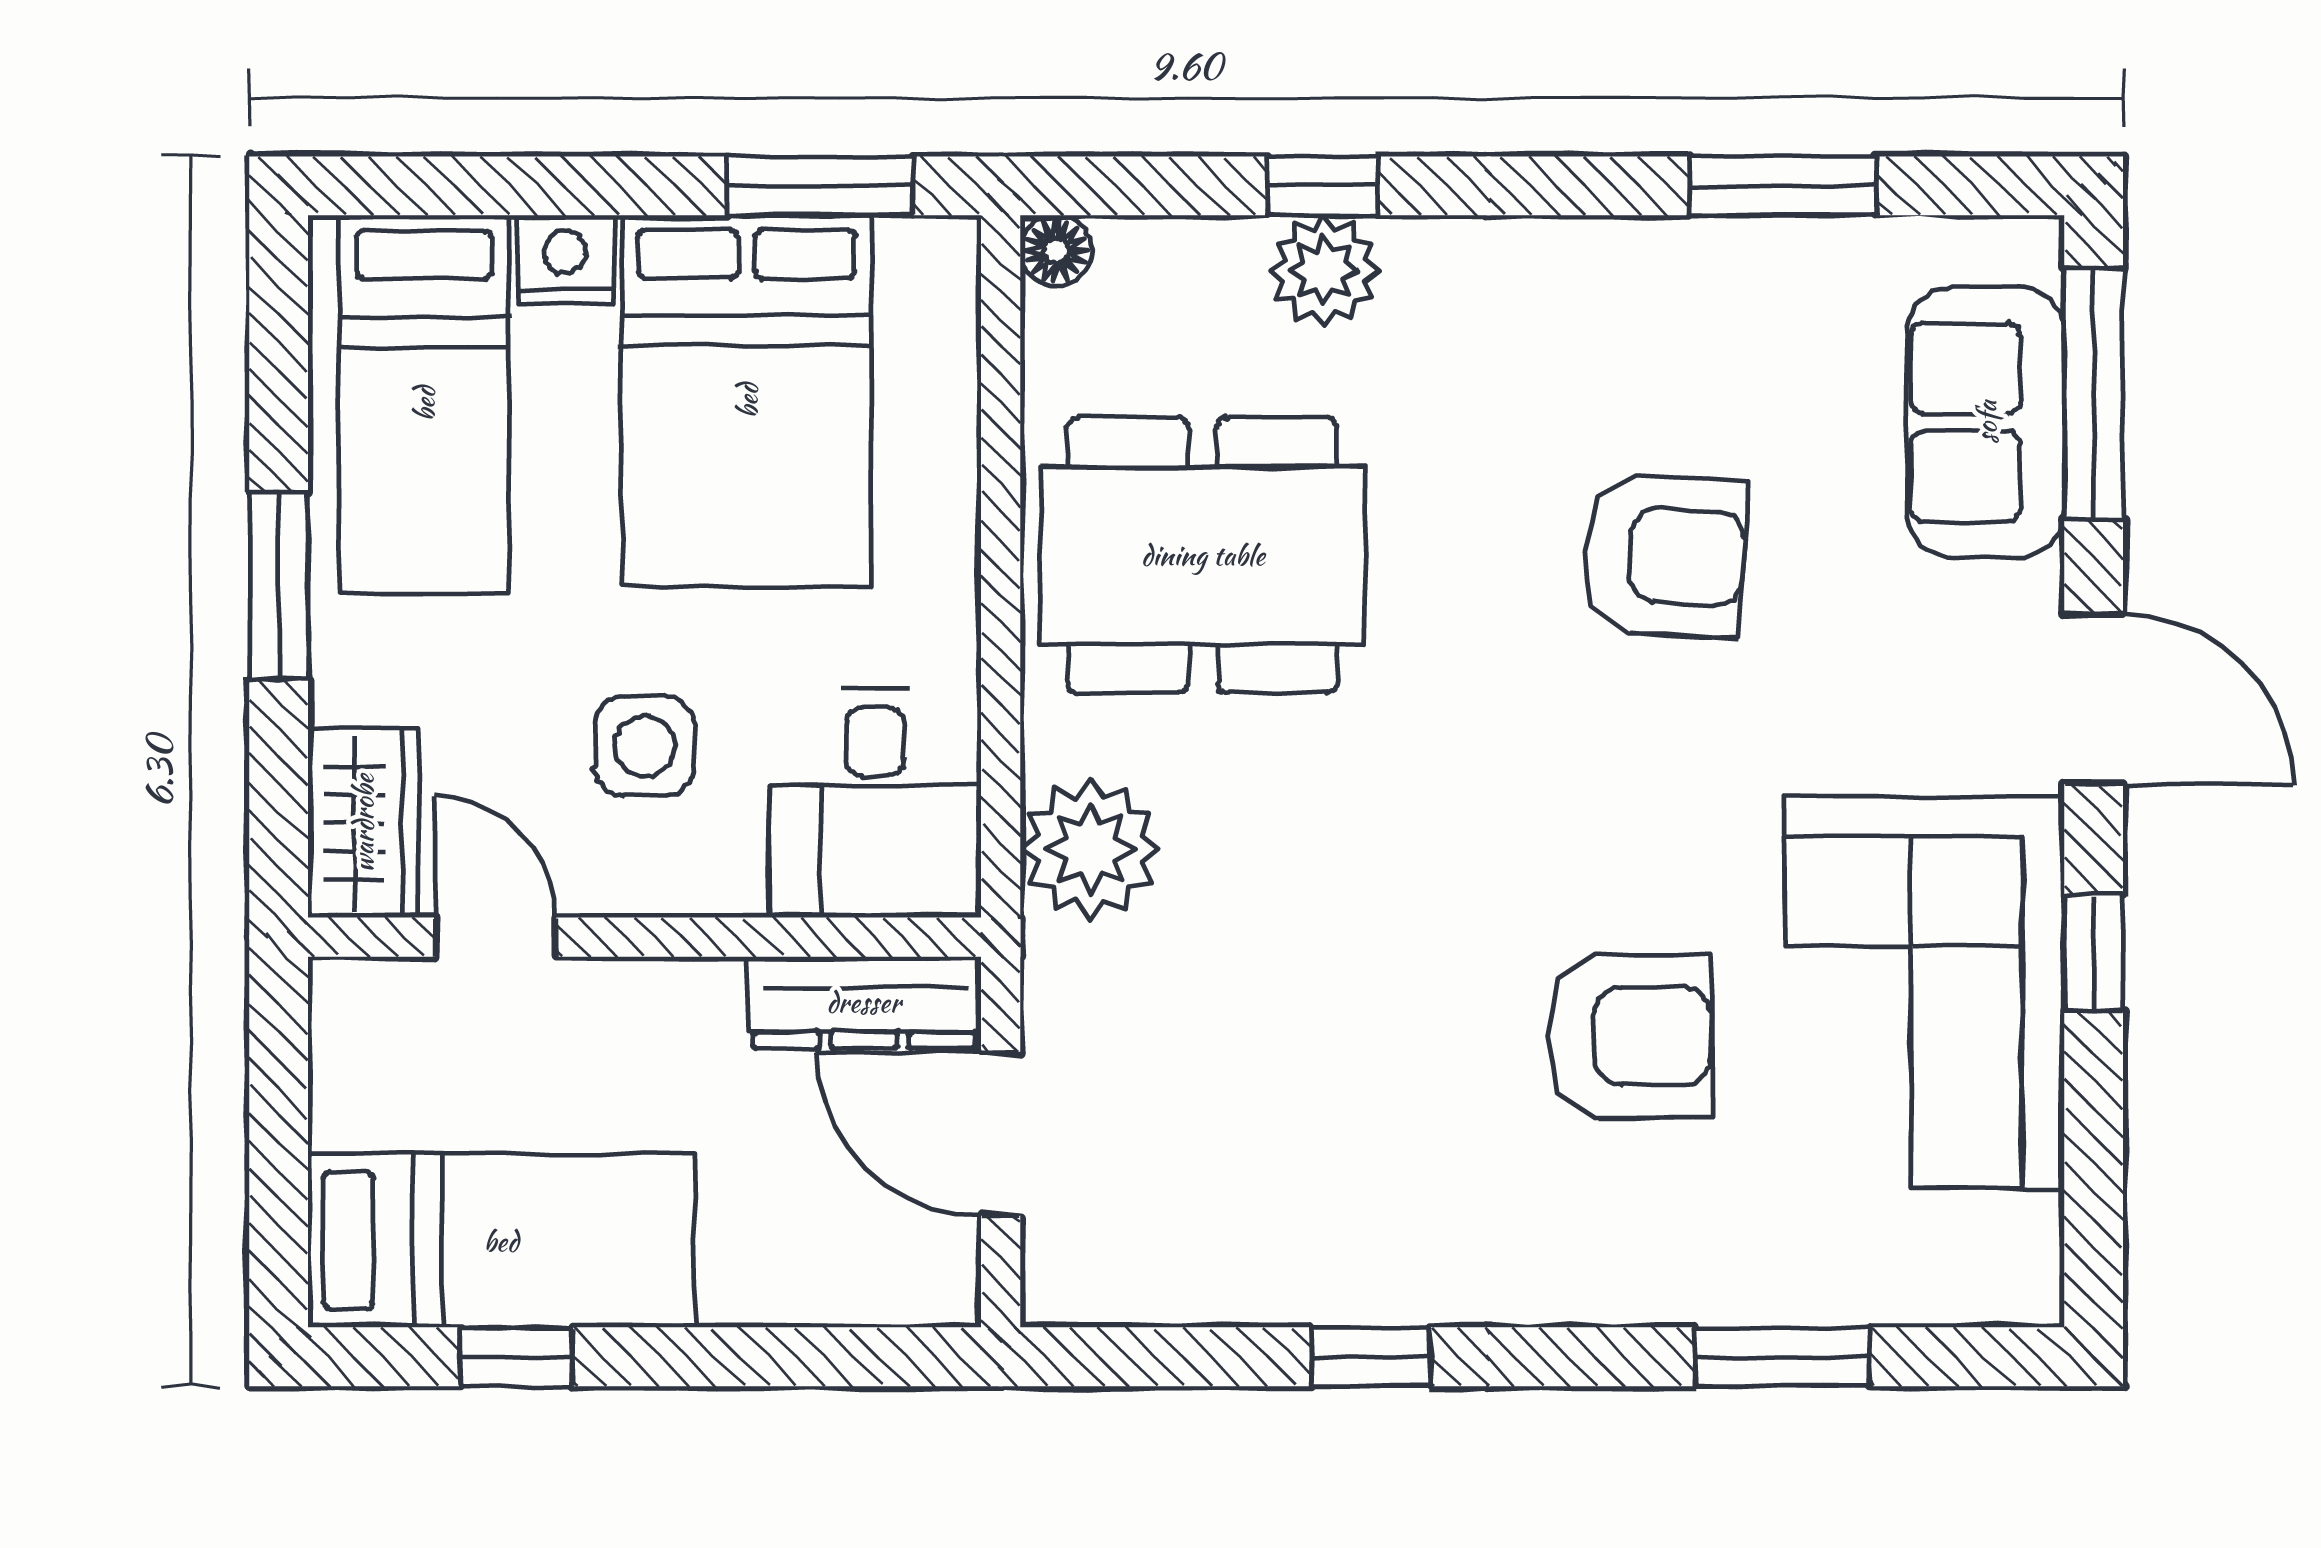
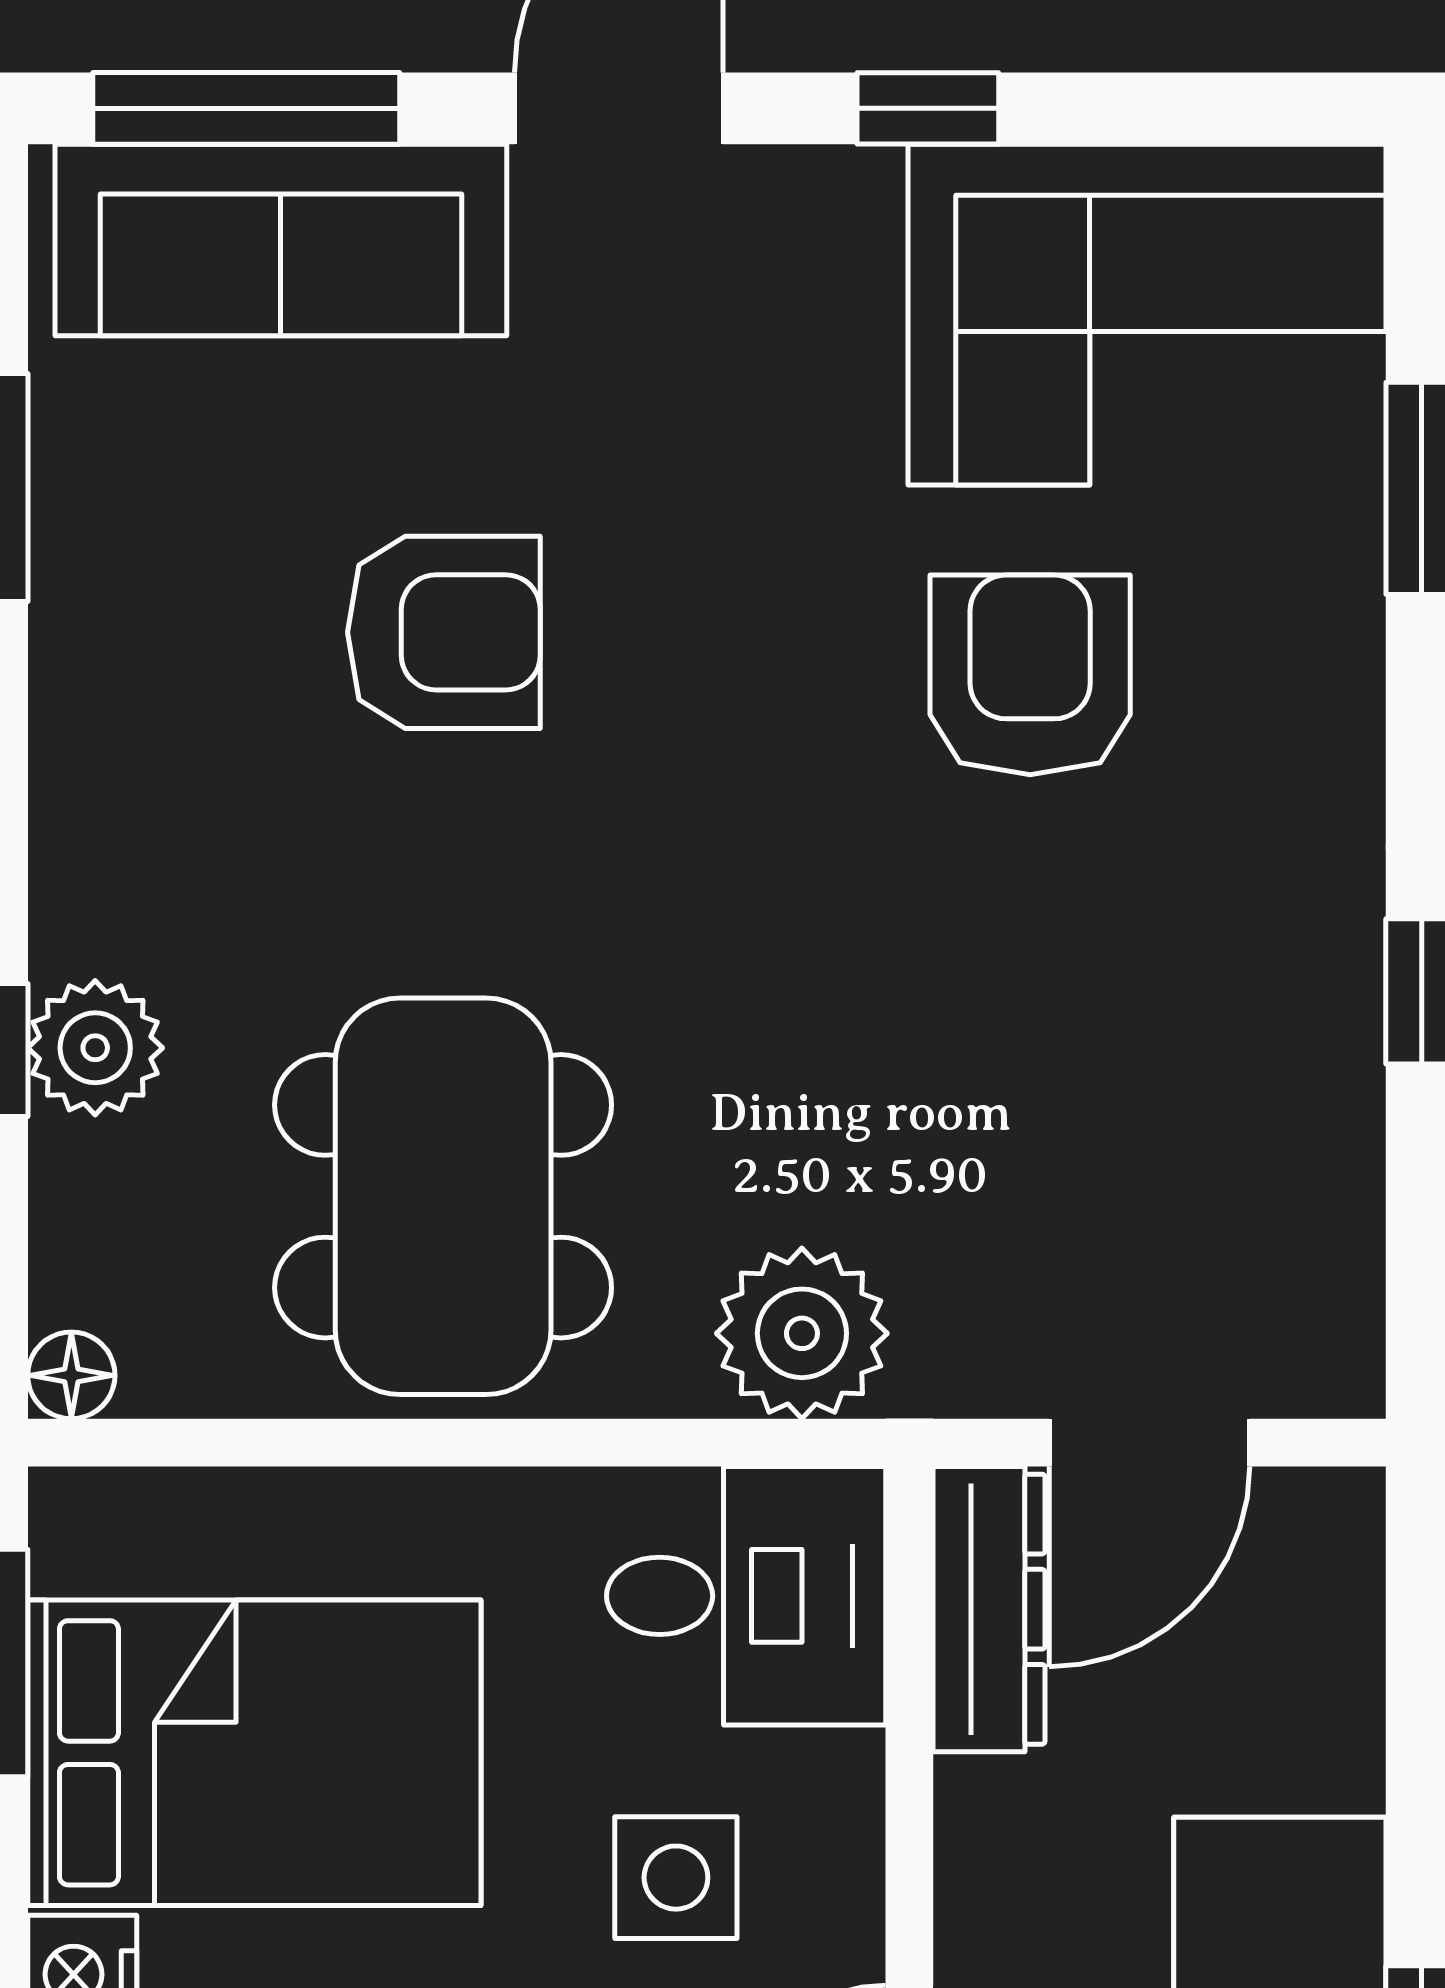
sofa: (1986, 422) -> (281, 240), width x1.36
armchair: (1664, 556) -> (444, 632), turned 87
corner sofa: (1925, 992) -> (1147, 315), moved

